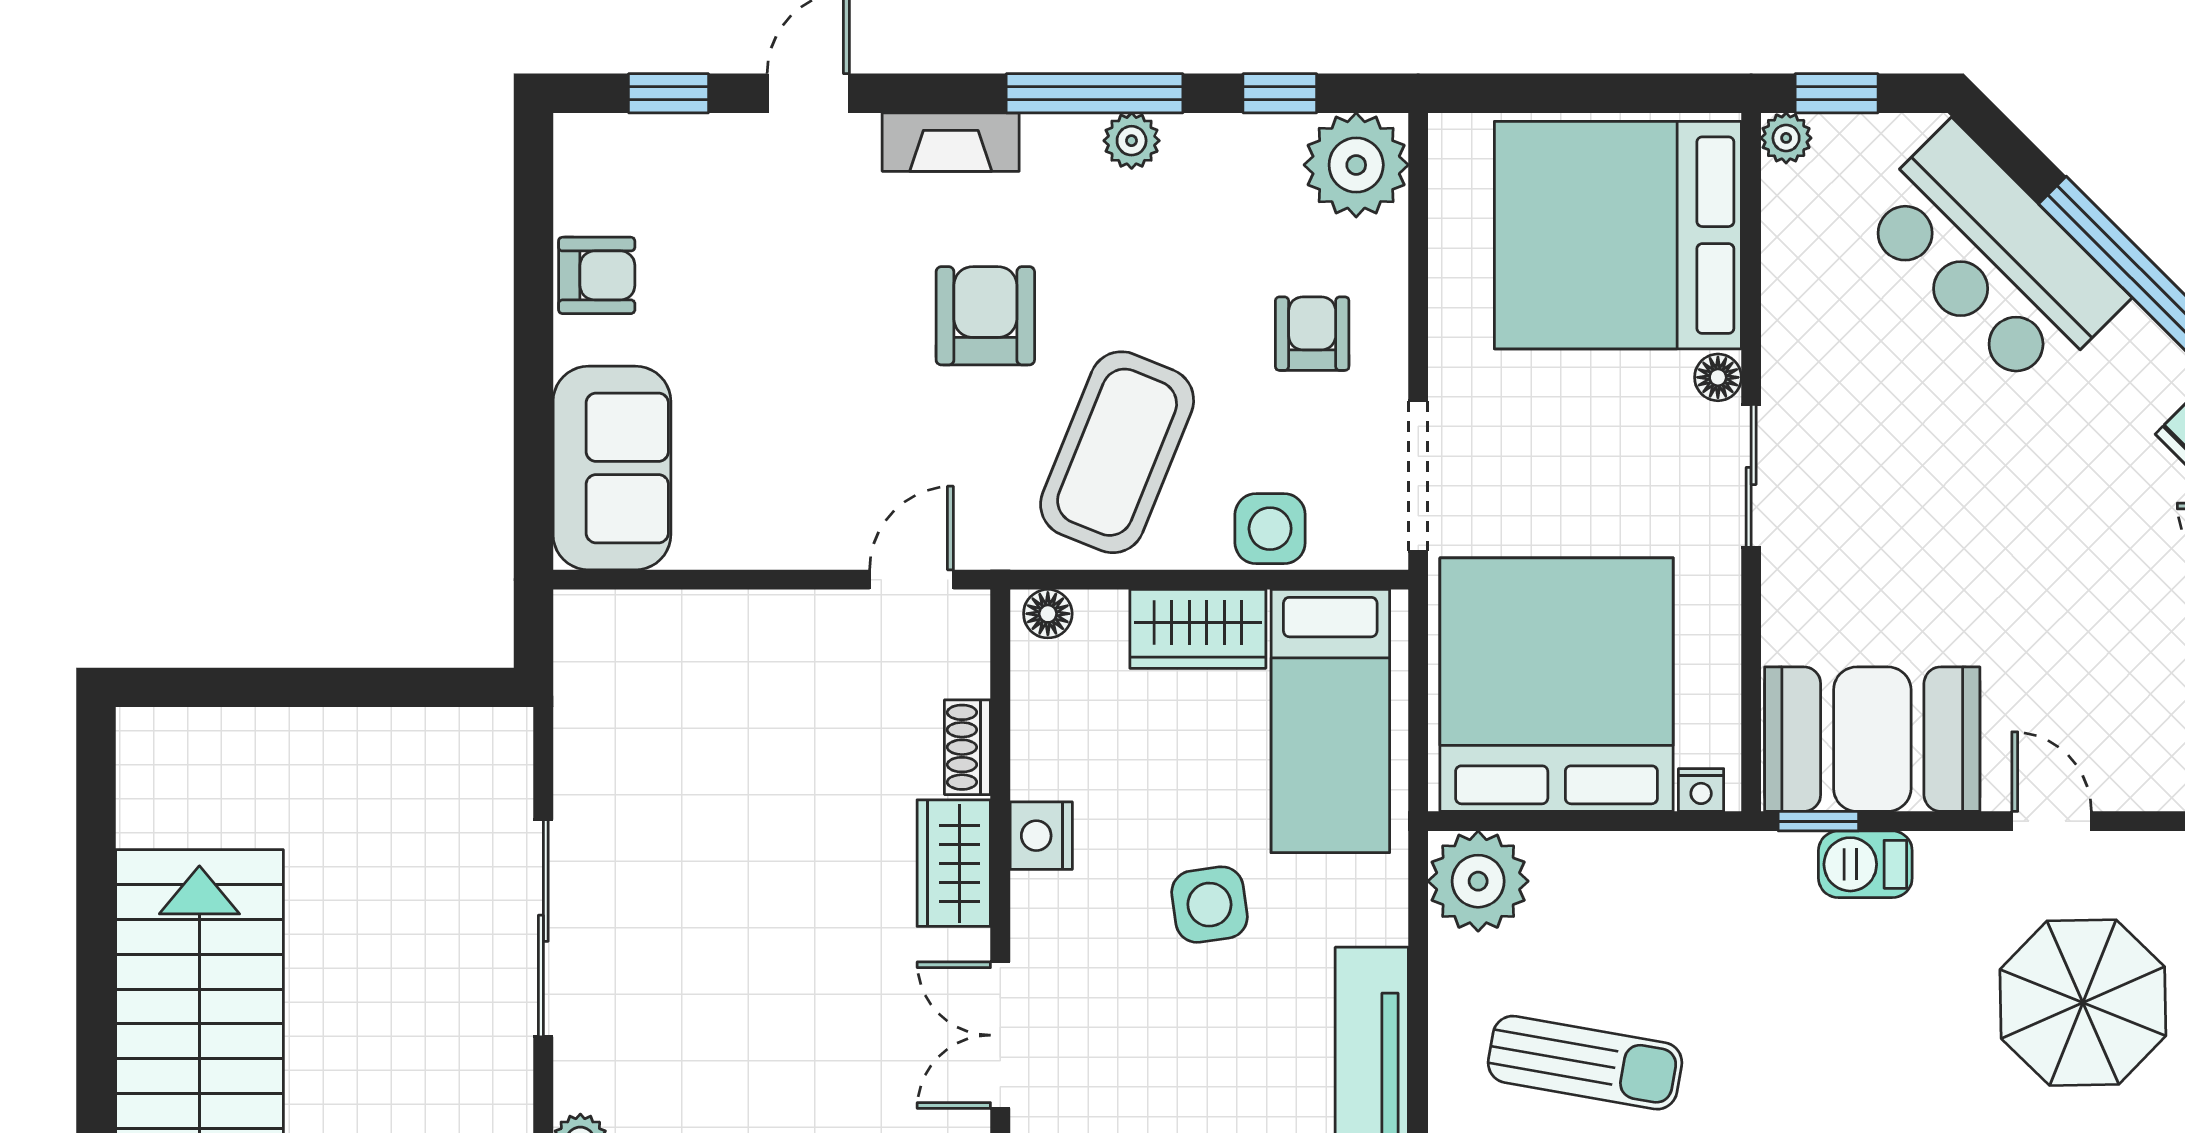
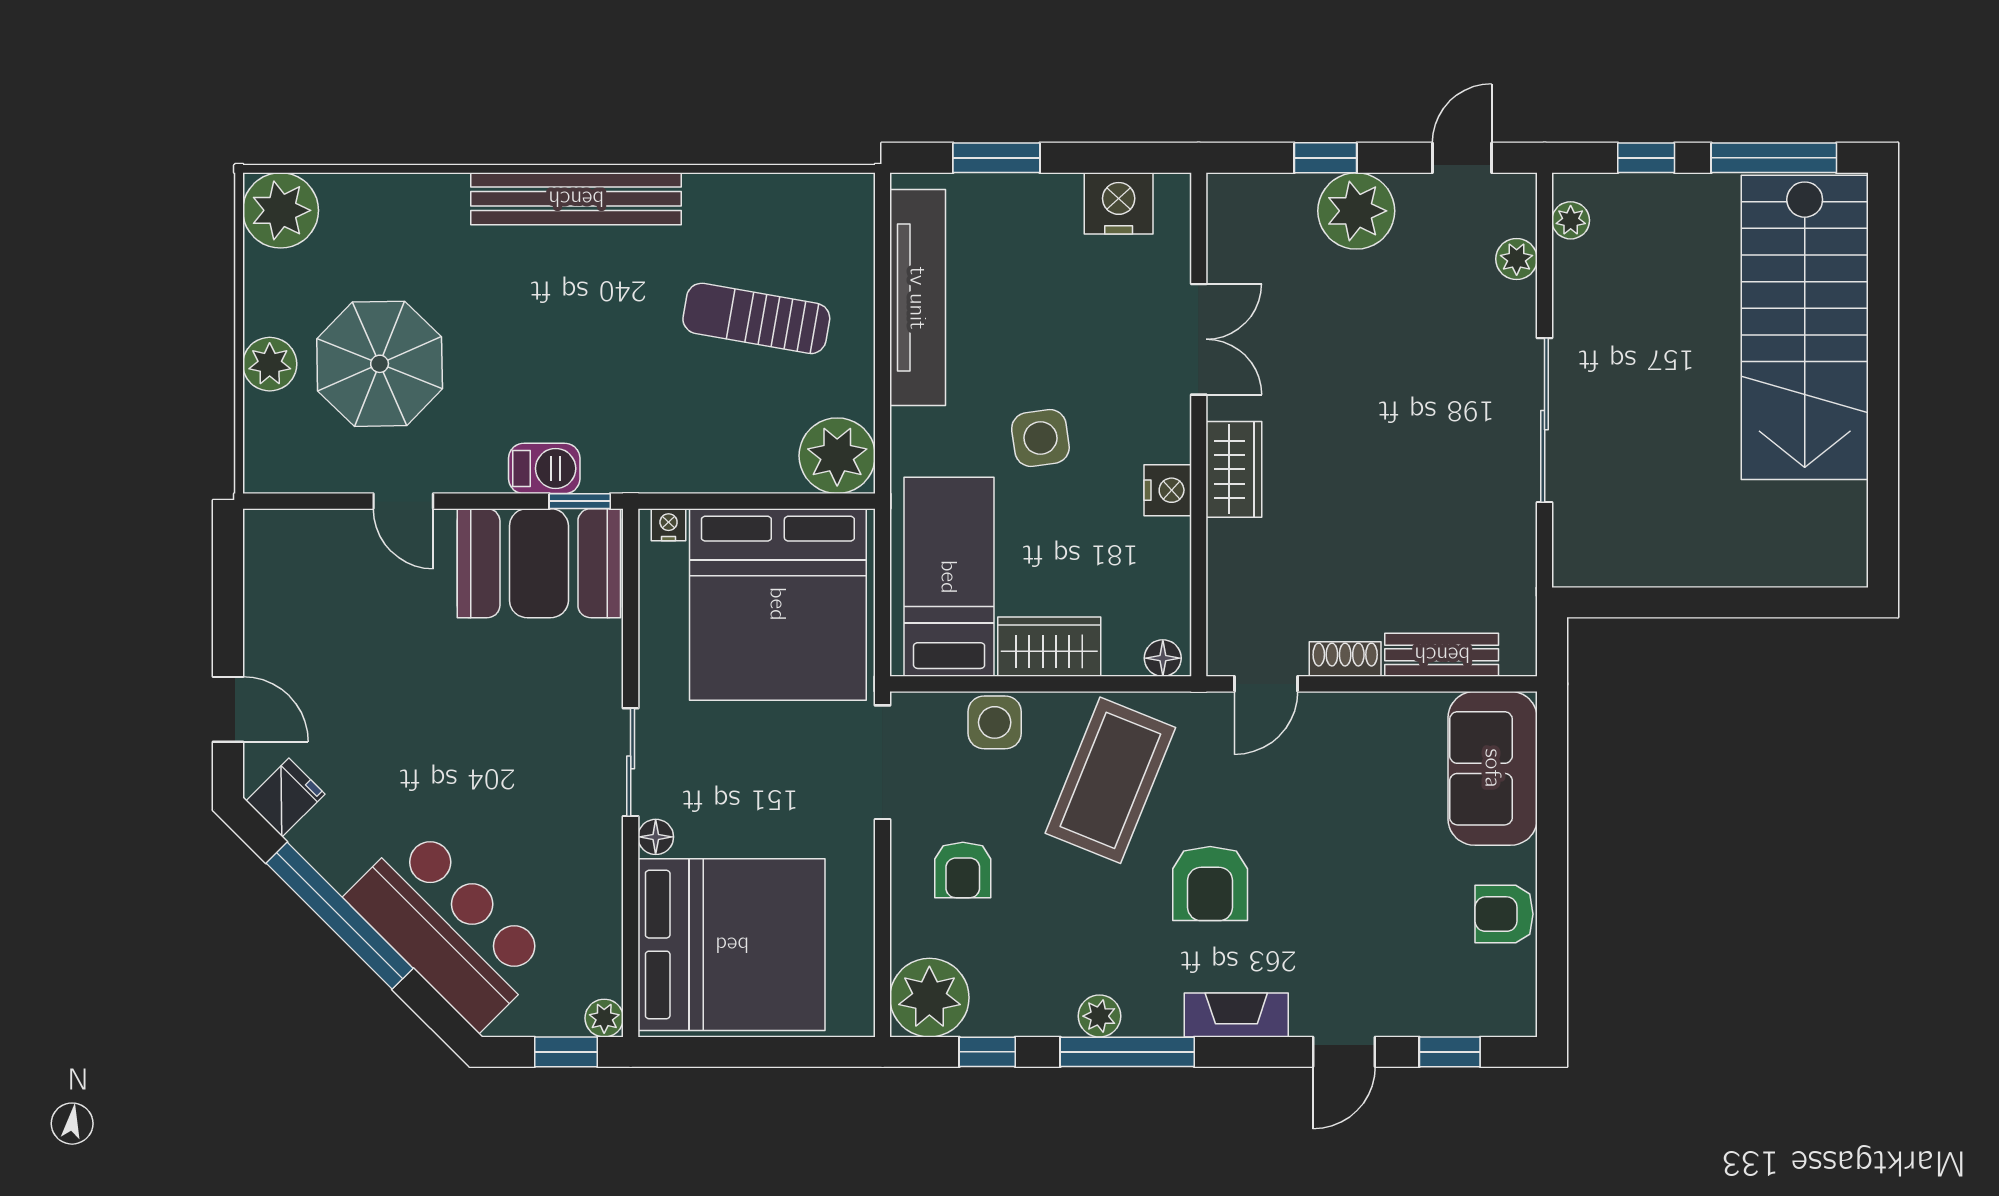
bench: (679, 618) -> (1442, 655), added
shoe rack: (967, 747) -> (1345, 659), moved, turned -90

